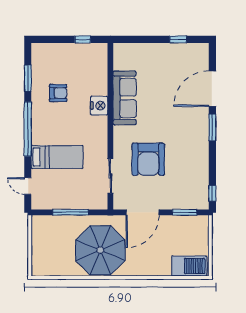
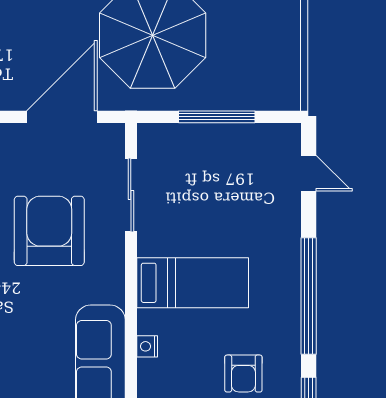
armchair: (58, 93) -> (243, 374), turned -90
nightstand: (99, 106) -> (147, 346), width x0.53, depth x0.56
bed: (57, 157) -> (193, 283), moved, turned 180

